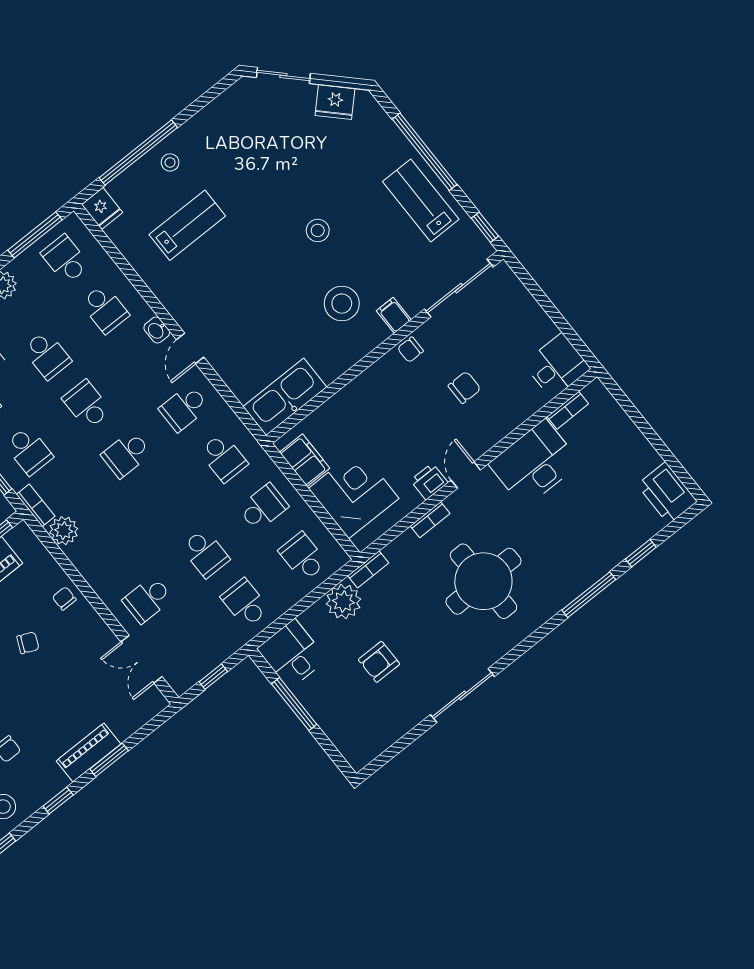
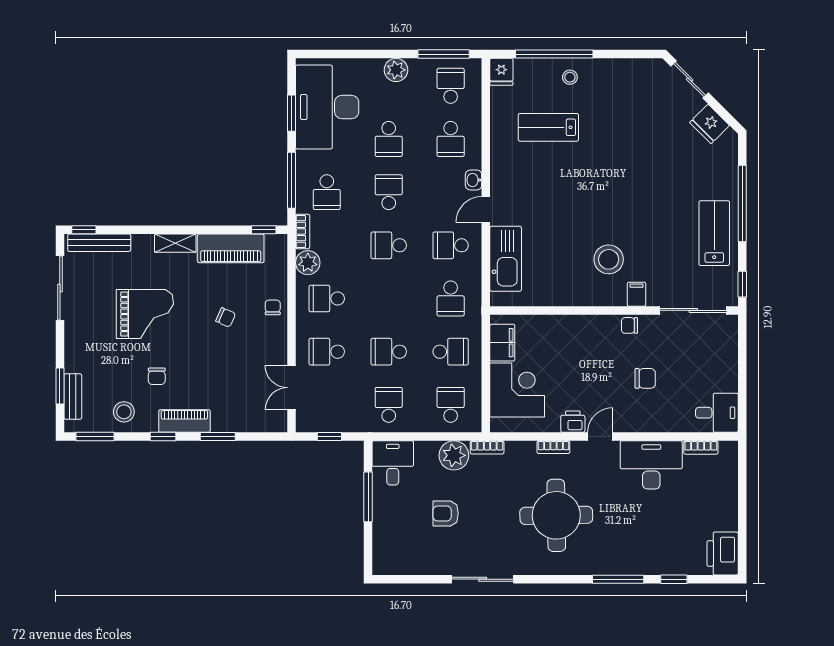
lab bench: (187, 225) -> (548, 127), turned 180
stool: (318, 230) -> (631, 199), removed
kitchen sink: (285, 397) -> (506, 259), moved, turned 90
school desk: (108, 550) -> (327, 298), added
school desk: (205, 553) -> (389, 352), turned 90
piano: (88, 753) -> (184, 421), moved

